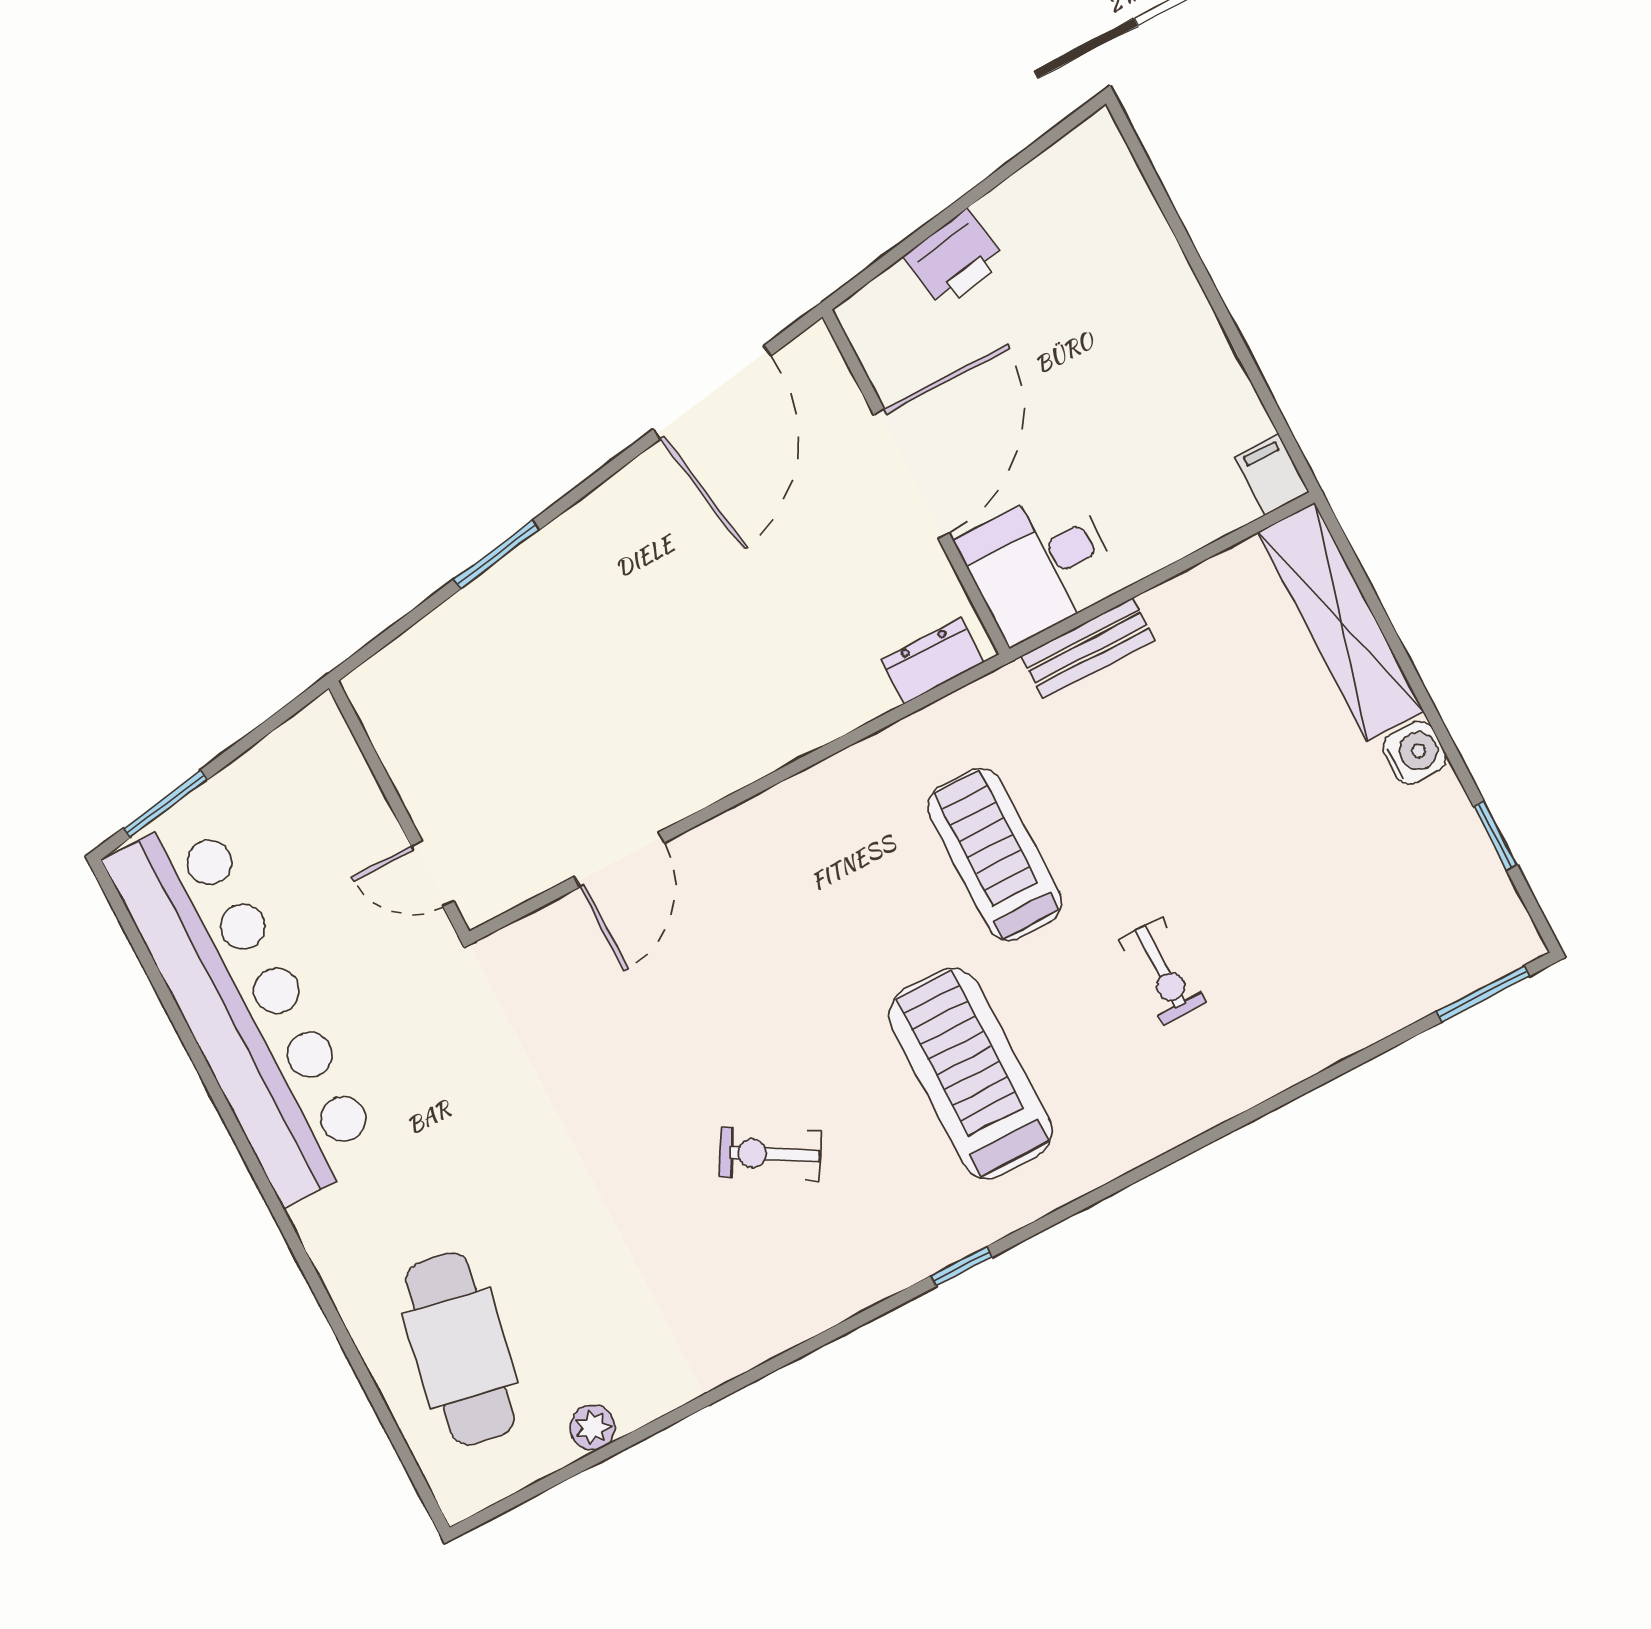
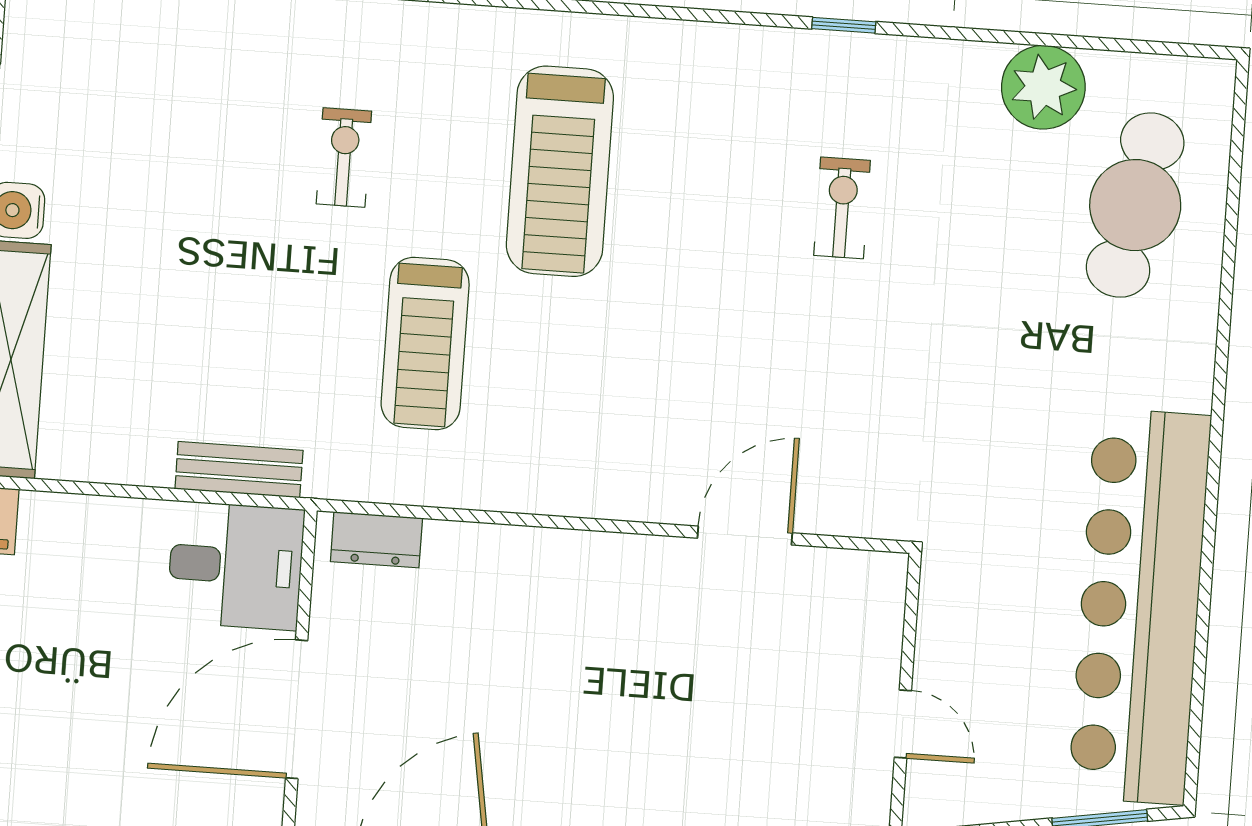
door: (432, 874) -> (903, 724), moved
exercise bike: (770, 1154) -> (842, 208), moved, turned -120
window: (962, 1266) -> (844, 25), moved
plant: (593, 1428) -> (1043, 87), width x1.88, depth x1.88

